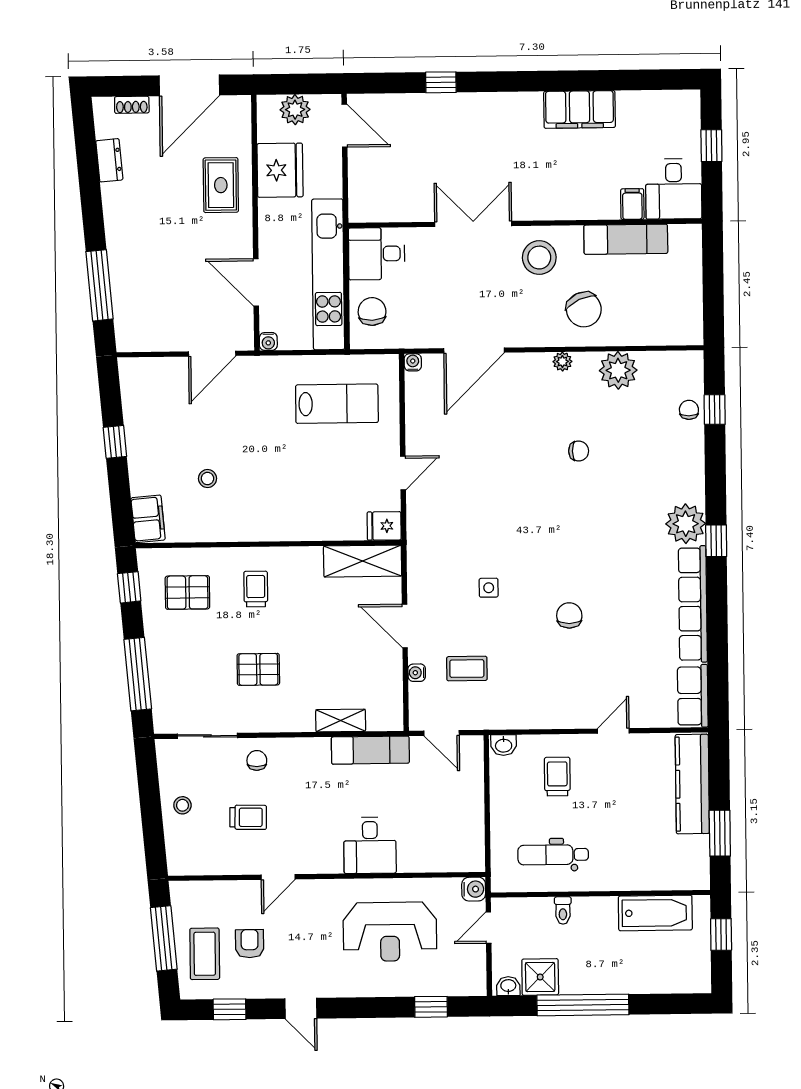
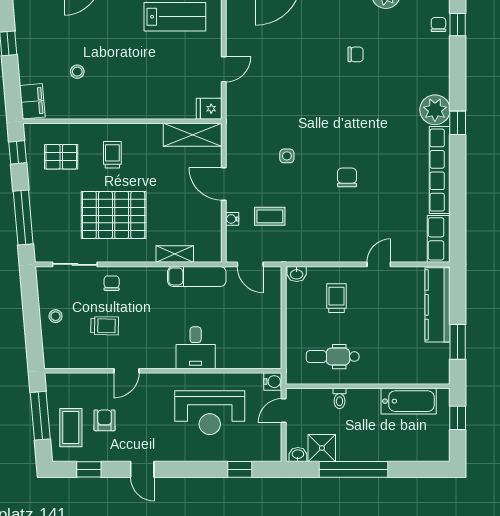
pallet: (258, 669) -> (114, 215), width x2.05, depth x2.00

